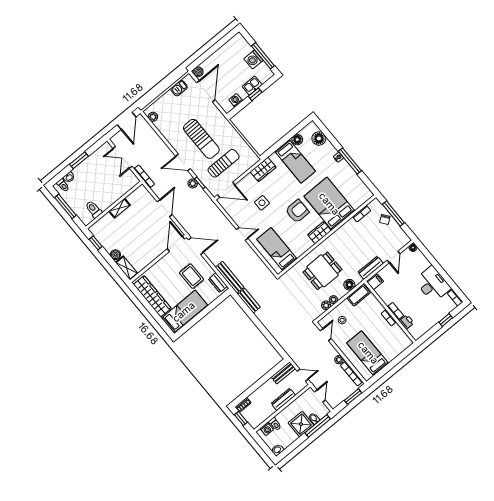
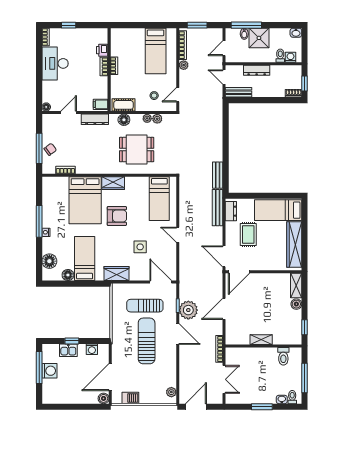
plant: (193, 183) -> (188, 310), width x1.88, depth x1.88
armchair: (297, 211) -> (117, 216), turned 180

